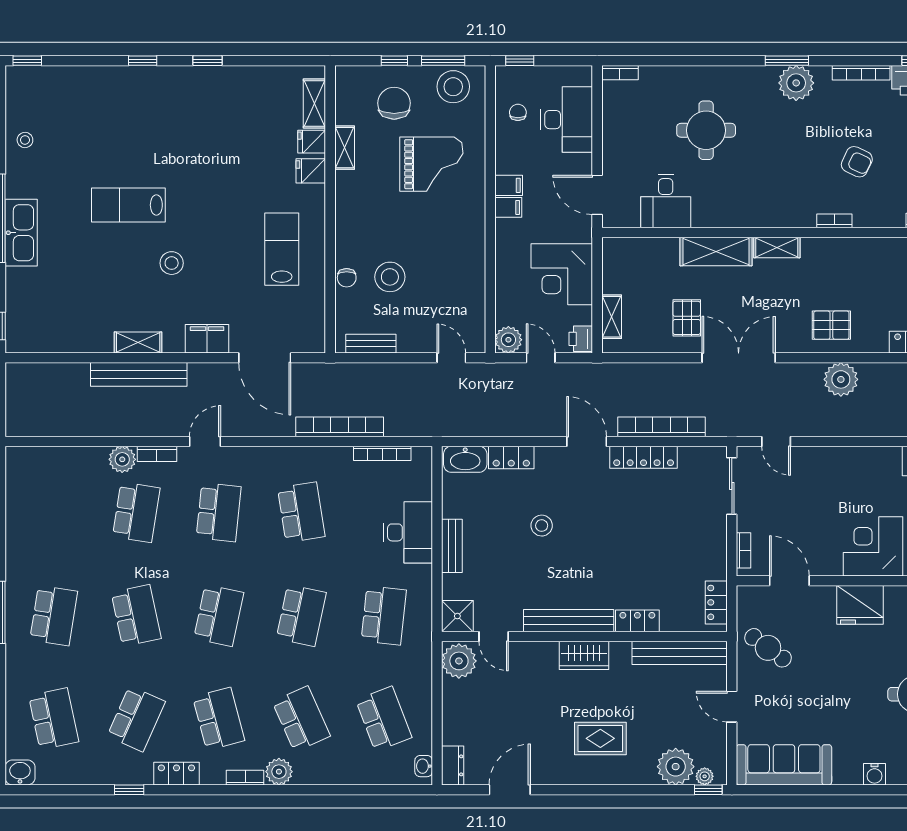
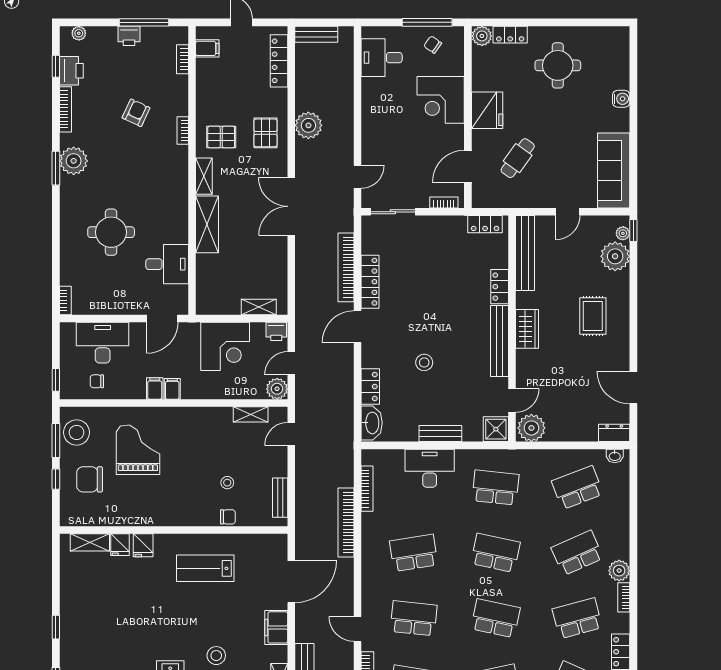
shelving: (345, 148) -> (251, 414), moved
stool: (390, 277) -> (227, 483), width x0.53, depth x0.53
pallet: (687, 318) -> (221, 137), moved
cafe table: (768, 648) -> (518, 158), moved

